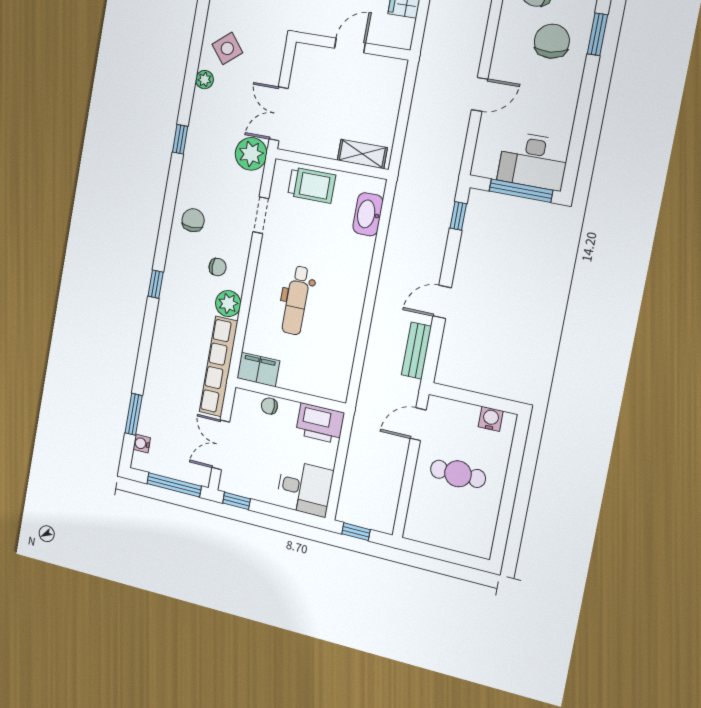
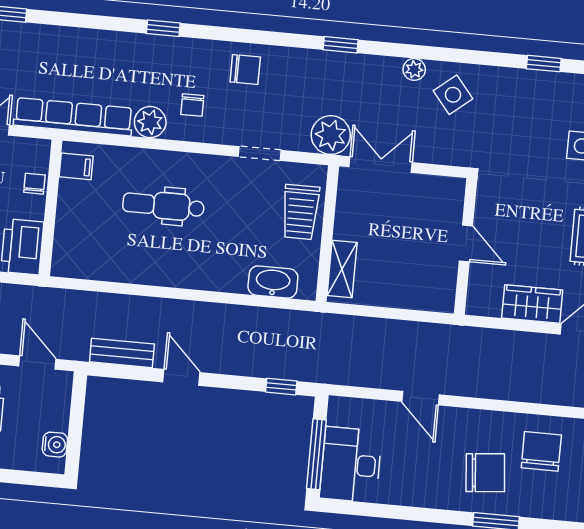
filing cabinet: (258, 369) -> (76, 166), width x0.50

